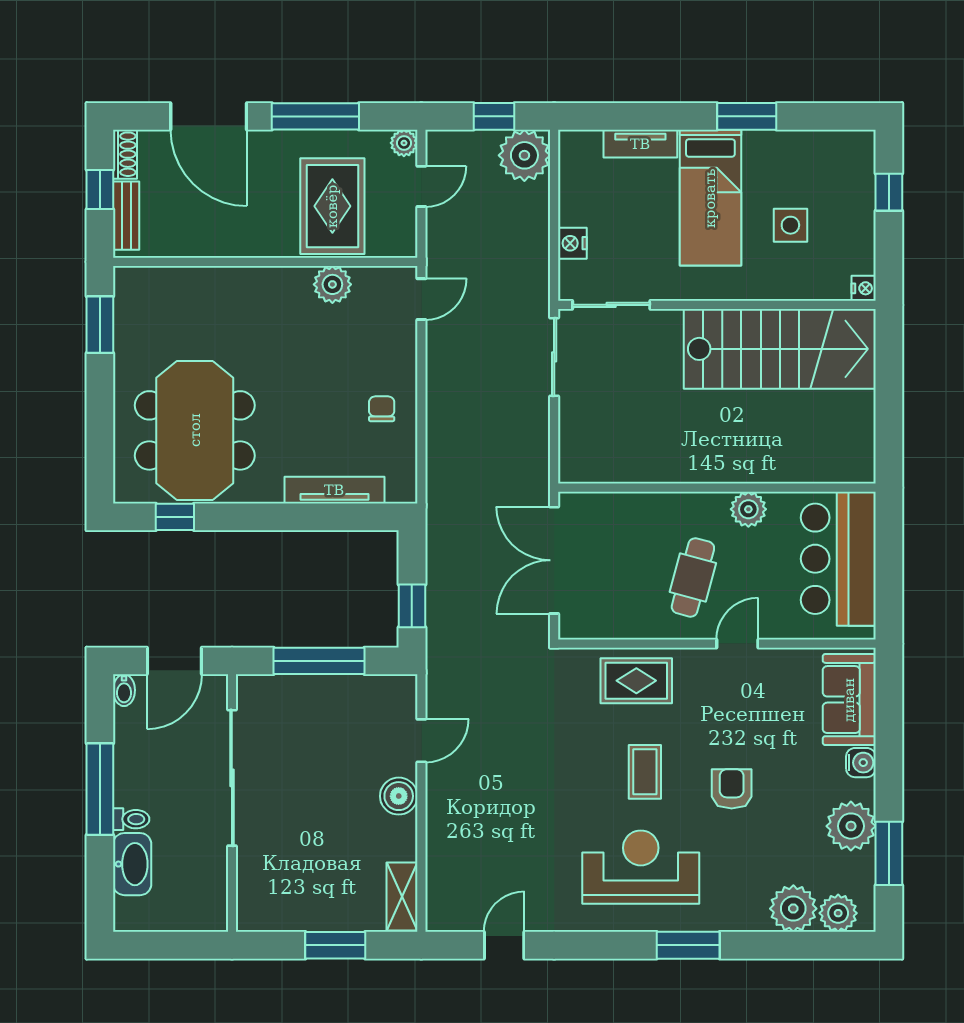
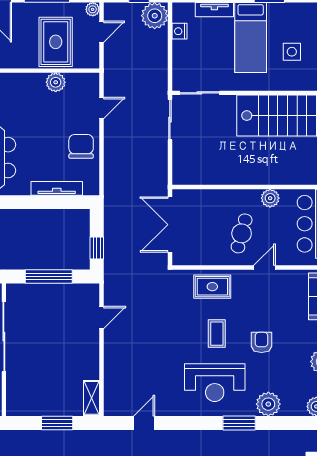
nightstand: (572, 243) -> (179, 31), moved
door: (421, 299) -> (101, 108), moved
chair: (382, 409) -> (81, 146), width x1.87, depth x1.87
boiler: (399, 796) -> (90, 346), removed
reception desk: (641, 867) -> (215, 383), turned 180
plant: (793, 909) -> (268, 404), moved

